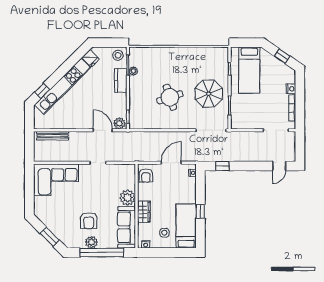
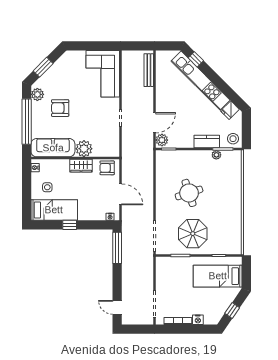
window: (222, 166) -> (117, 248), width x2.17
wardrobe: (144, 212) -> (81, 166), moved
plant: (91, 242) -> (37, 94), moved

